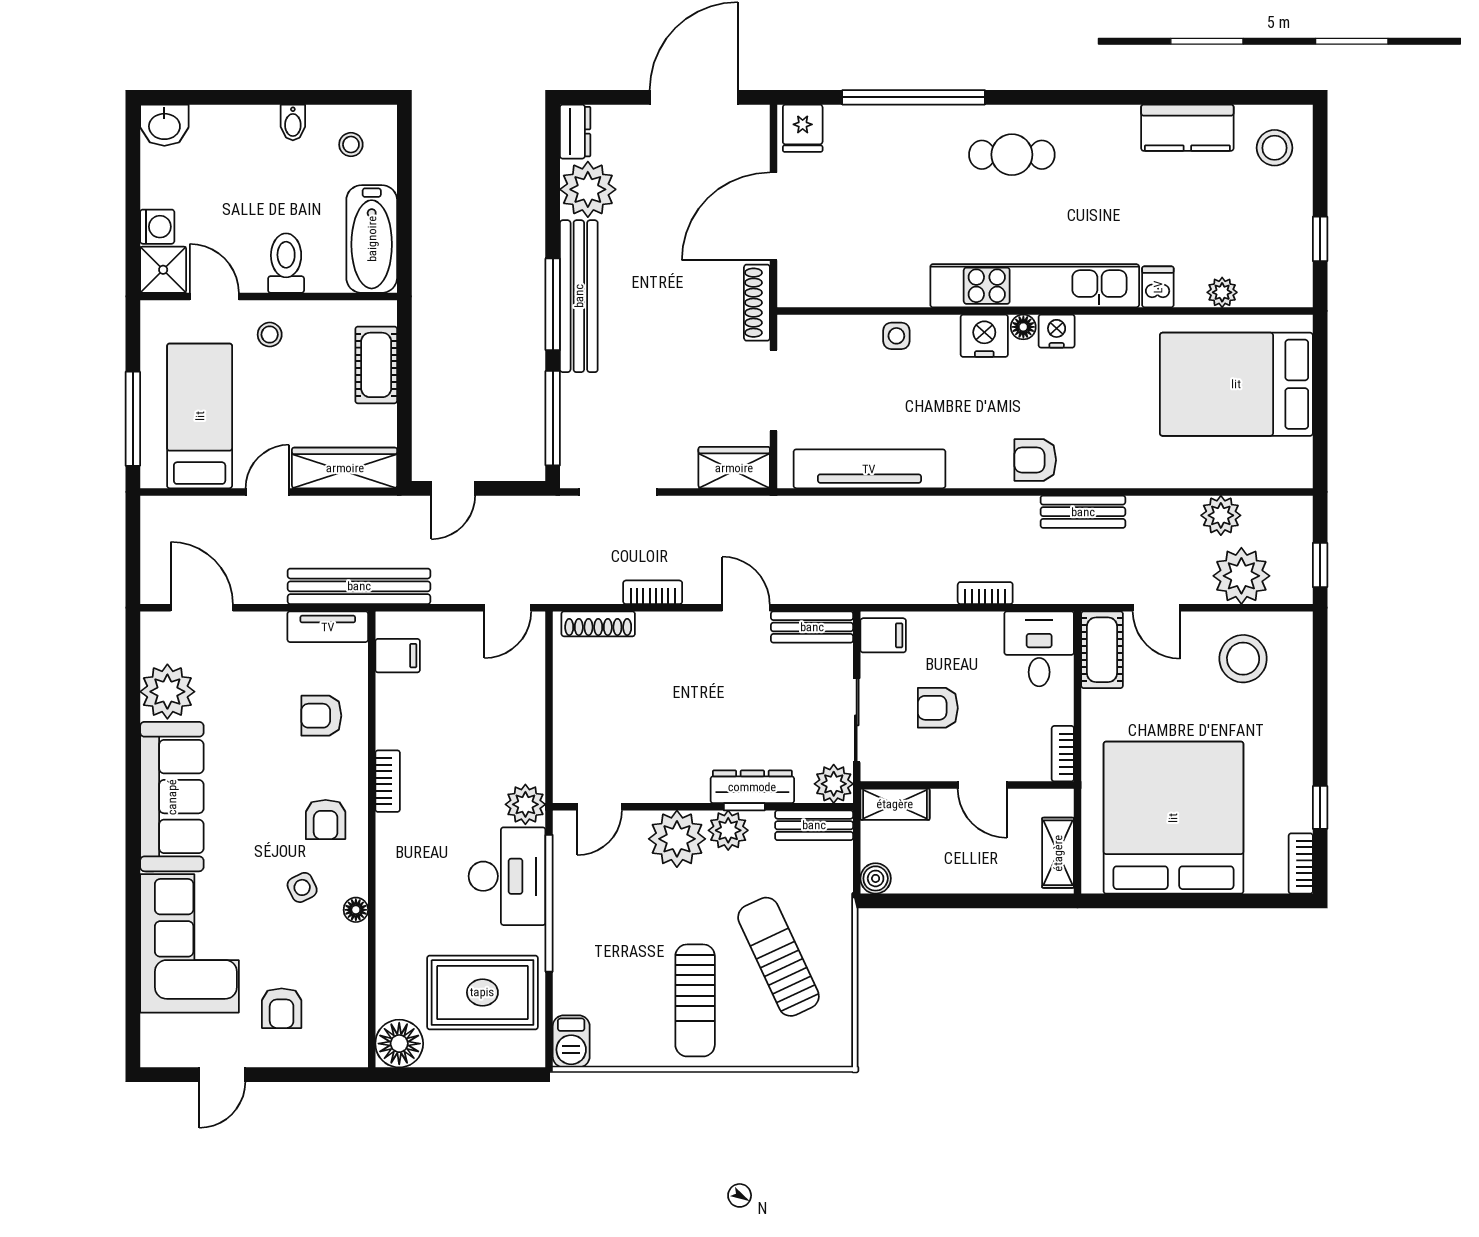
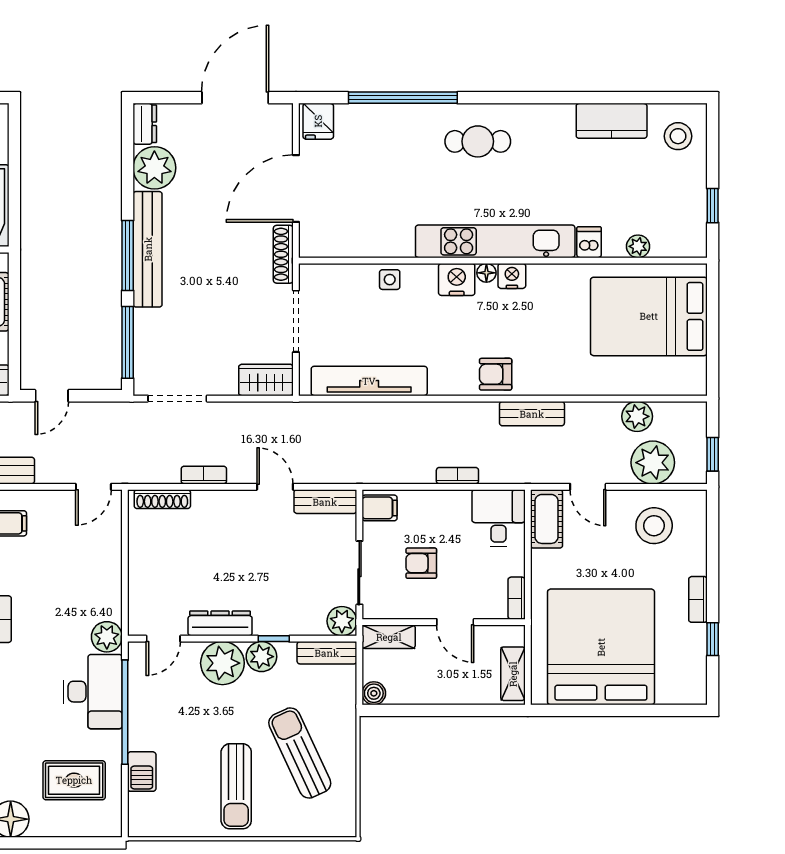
dresser: (752, 787) -> (220, 623), moved
bookcase: (1301, 863) -> (698, 599), moved
rug: (482, 992) -> (74, 780), width x0.73, depth x0.70
barbecue: (571, 1041) -> (142, 772), moved

